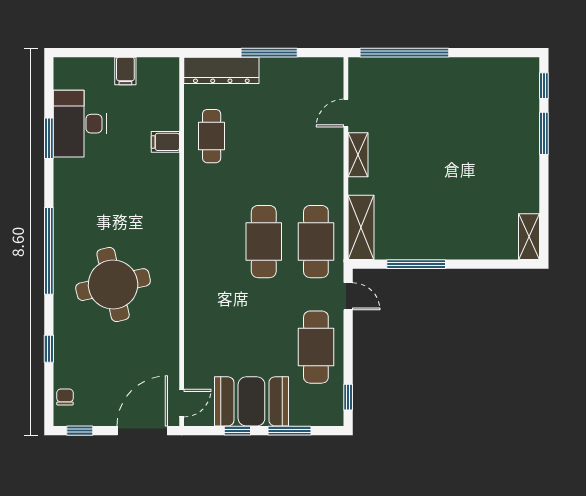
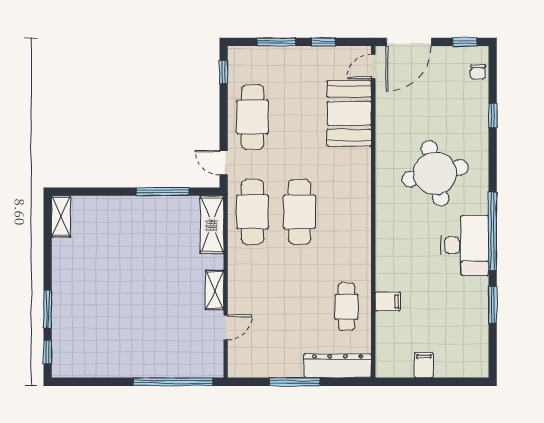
desk: (80, 124) -> (465, 245), moved
window: (49, 251) -> (493, 231), moved
booth: (251, 401) -> (349, 113), moved, turned 90

